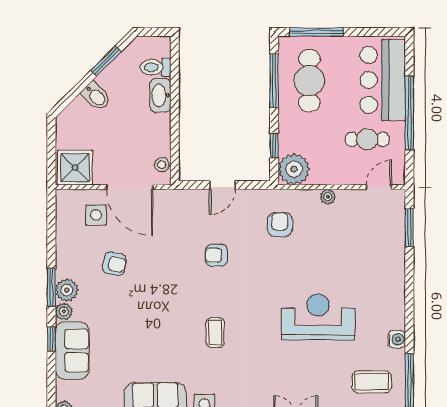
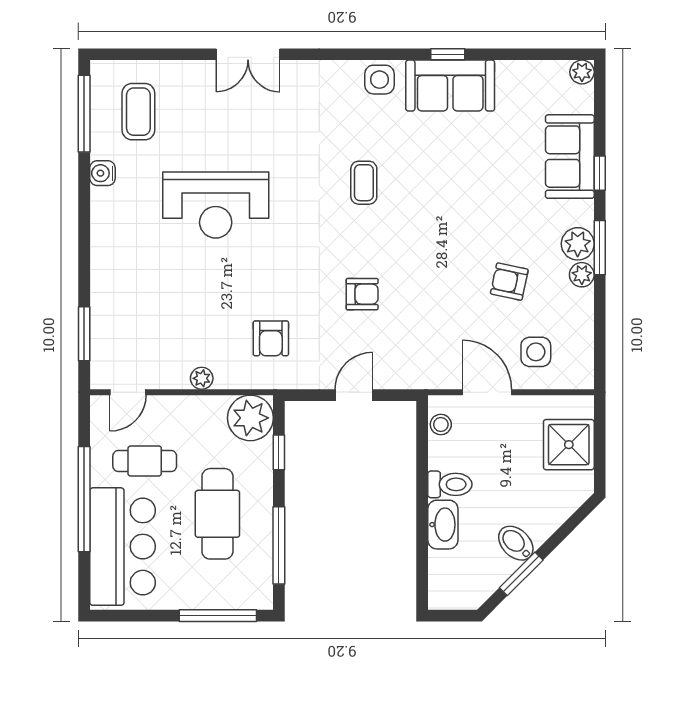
toilet: (155, 67) -> (450, 484), moved
cafe table: (309, 81) -> (217, 514), moved
bidet: (96, 96) -> (516, 543), moved
shower: (75, 168) -> (569, 445), moved
door: (130, 187) -> (487, 392), width x0.73
plant: (64, 311) -> (582, 275), moved
coffee table: (372, 382) -> (138, 112), turned 90

